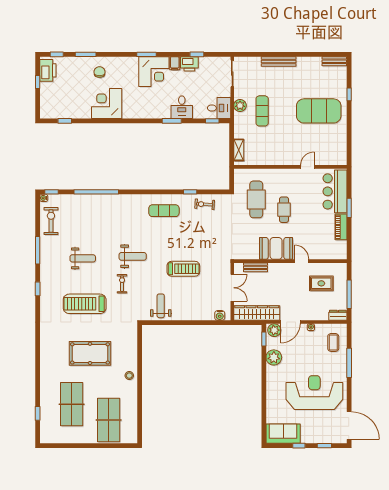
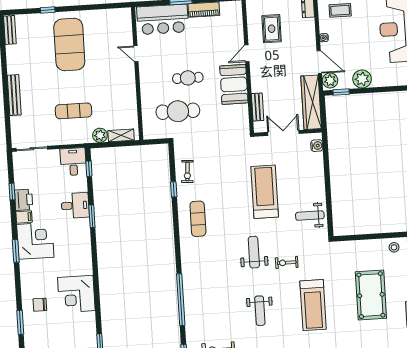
plant: (240, 105) -> (100, 135), moved
weight bench: (83, 258) -> (260, 311), turned 180
treadmill: (183, 269) -> (265, 192), width x1.37, depth x1.38

